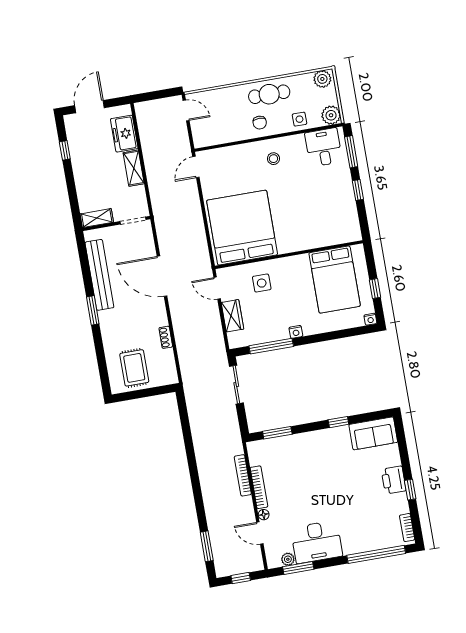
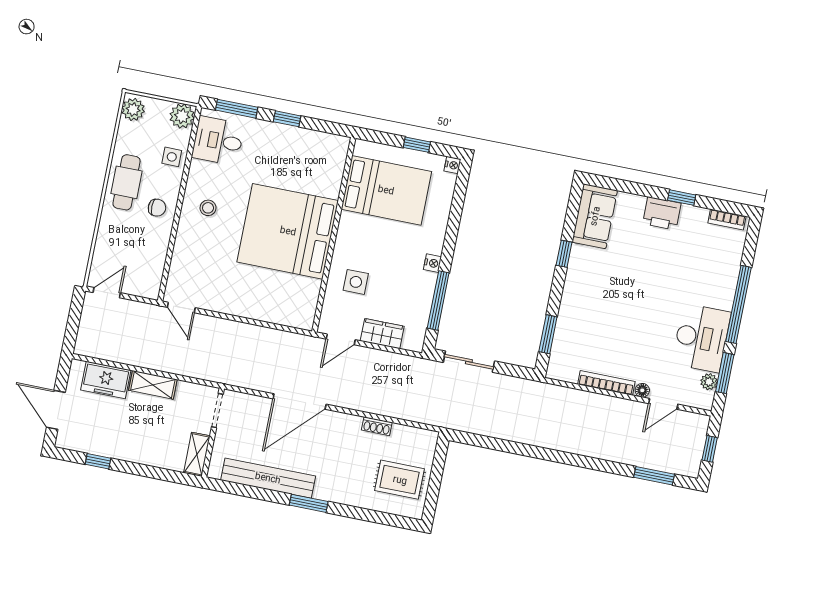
bed: (242, 228) -> (288, 231), moved
bookcase: (243, 475) -> (584, 397), removed
window: (376, 554) -> (739, 304), moved

